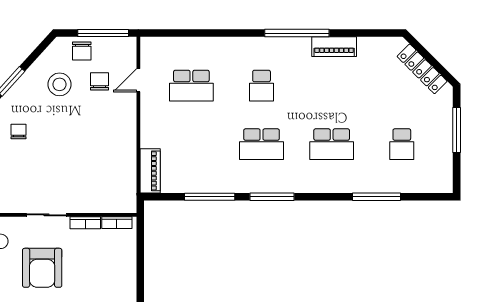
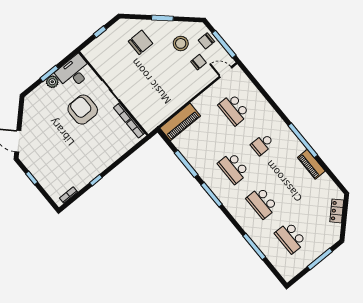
locker: (422, 69) -> (337, 211), width x0.66
door: (138, 80) -> (226, 72), moved
chair: (18, 132) -> (141, 42), width x1.87, depth x1.87
school desk: (402, 144) -> (290, 238), width x1.85
piano: (150, 171) -> (180, 122), width x1.37, depth x1.33
armchair: (42, 268) -> (83, 110), turned 90

